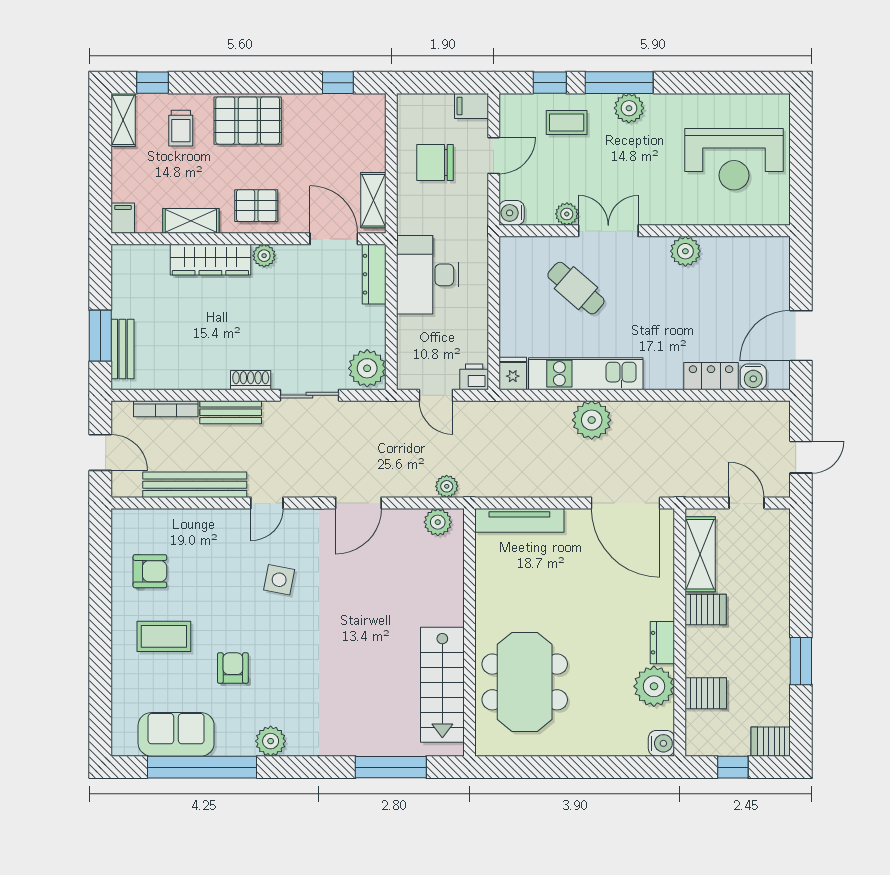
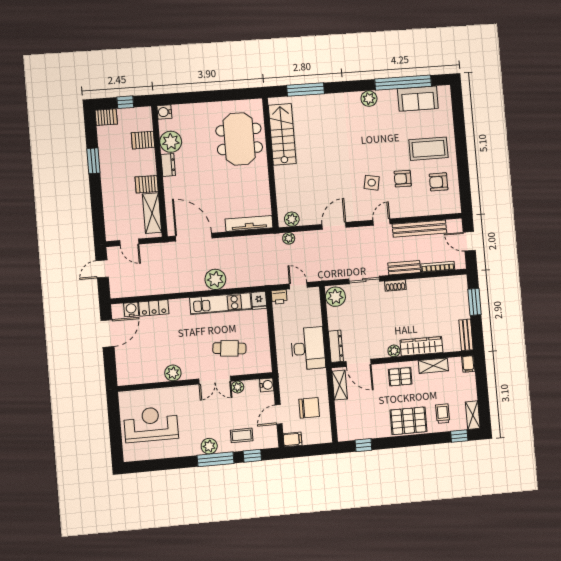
cafe table: (576, 288) -> (229, 348), turned -35
bench: (122, 349) -> (466, 335), moved
coffee table: (164, 636) -> (428, 149), width x1.36, depth x1.32
armchair: (233, 668) -> (403, 179), moved, turned 90

